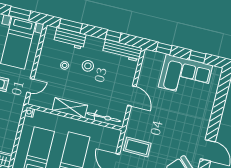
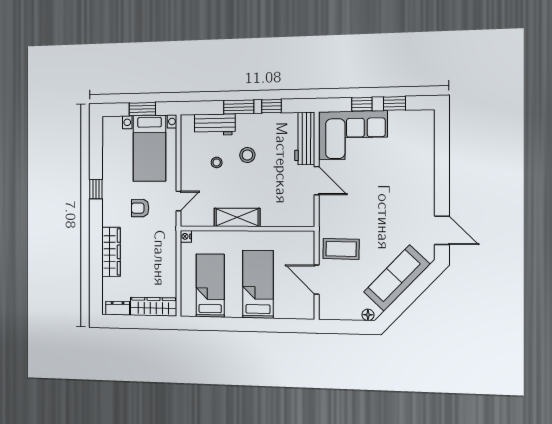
window: (71, 26) -> (239, 107), moved
window: (164, 49) -> (362, 104), moved
workbench: (122, 50) -> (305, 138), moved, turned 90
corner sofa: (185, 76) -> (353, 135), moved
bicycle: (104, 117) -> (285, 219), removed

